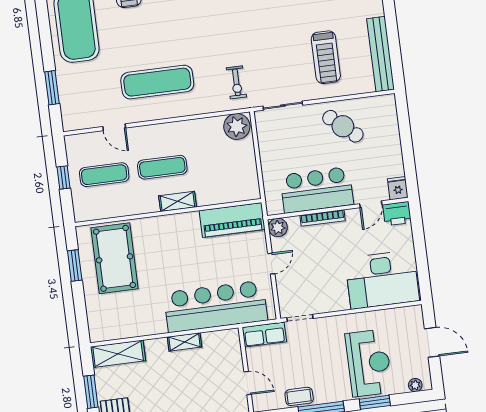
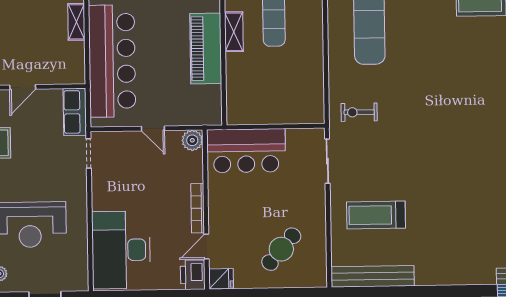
plant: (237, 126) -> (310, 107), removed
cafe table: (343, 126) -> (281, 249), moved
bar counter: (317, 190) -> (246, 151), moved, turned 90
door: (371, 204) -> (206, 247), hinge flipped
bookcase: (323, 218) -> (198, 208), moved
piano: (232, 220) -> (206, 49), moved

